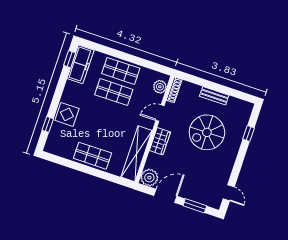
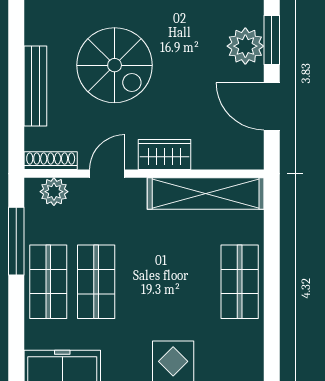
window: (144, 63) -> (16, 241), added
bench: (214, 96) -> (35, 86), width x1.36
door: (160, 113) -> (107, 174), swing flipped
plant: (149, 178) -> (245, 46), moved

